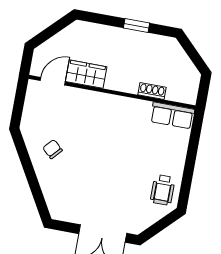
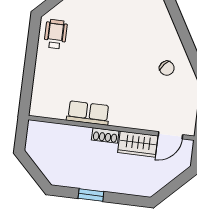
shoe rack: (152, 91) -> (105, 135), moved
row of seats: (172, 115) -> (88, 113), moved

